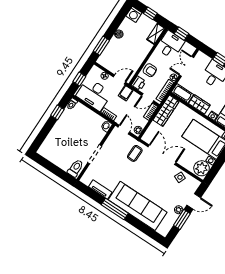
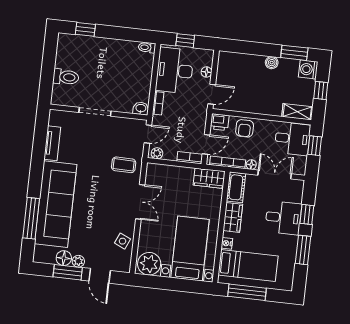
window: (101, 46) -> (294, 53), moved
door: (119, 79) -> (212, 94), hinge flipped
filing cabinet: (126, 93) -> (198, 112), removed
door: (148, 98) -> (206, 144), swing flipped
wardrobe: (166, 111) -> (209, 178), width x0.67
window: (57, 112) -> (85, 29), moved
double door: (162, 155) -> (140, 202), width x0.73
toilet: (75, 168) -> (66, 77), moved
window: (115, 209) -> (31, 218), moved
floor lamp: (172, 217) -> (64, 258), added

